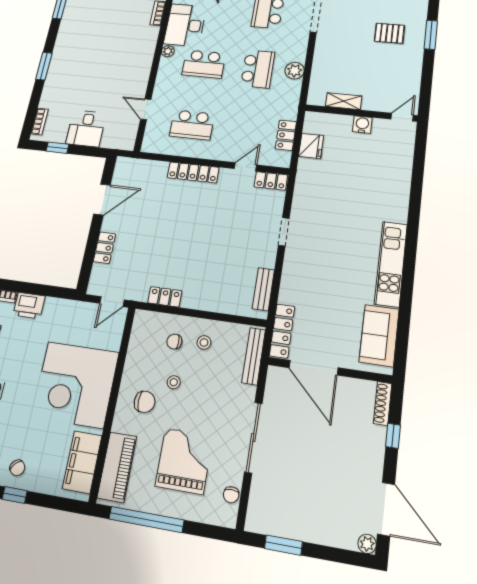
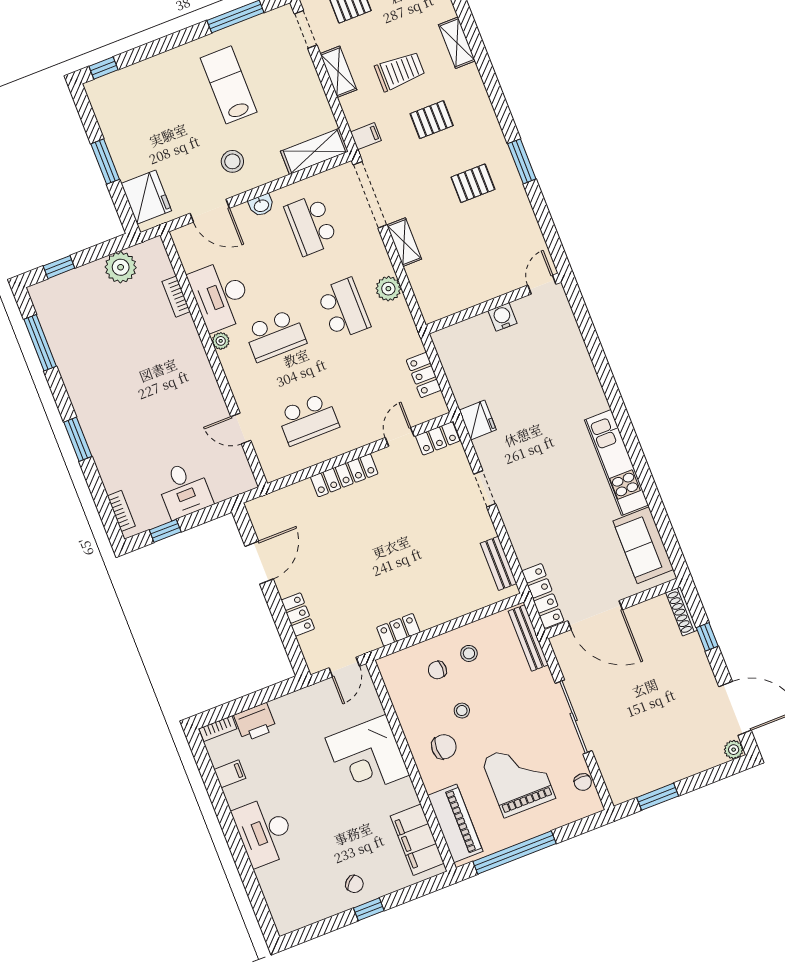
shelving: (344, 101) -> (404, 242), moved, turned 90
fridge: (311, 146) -> (478, 420), moved
corner desk: (75, 385) -> (367, 756), width x0.74, depth x0.74

